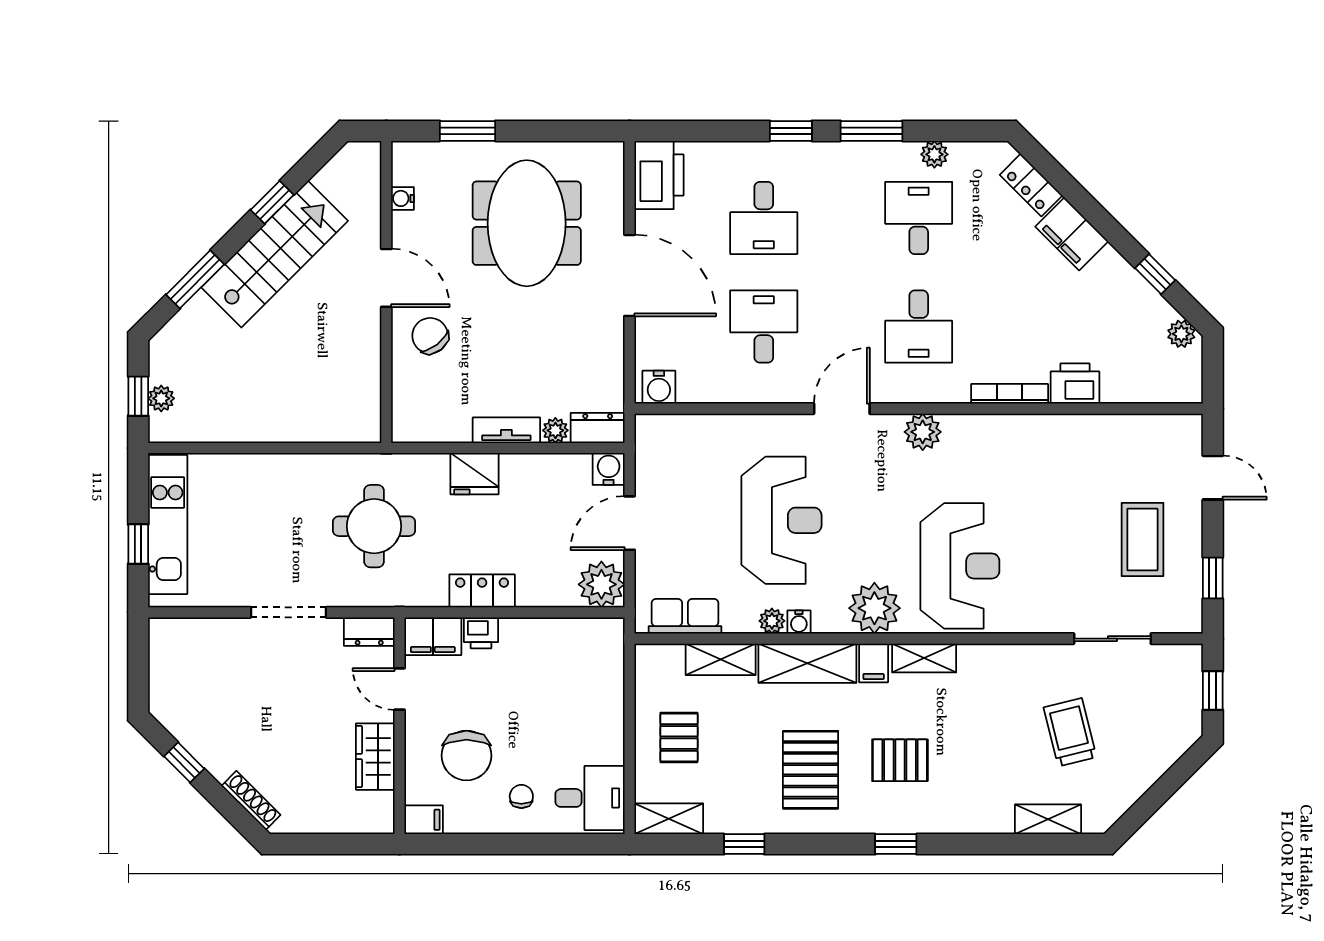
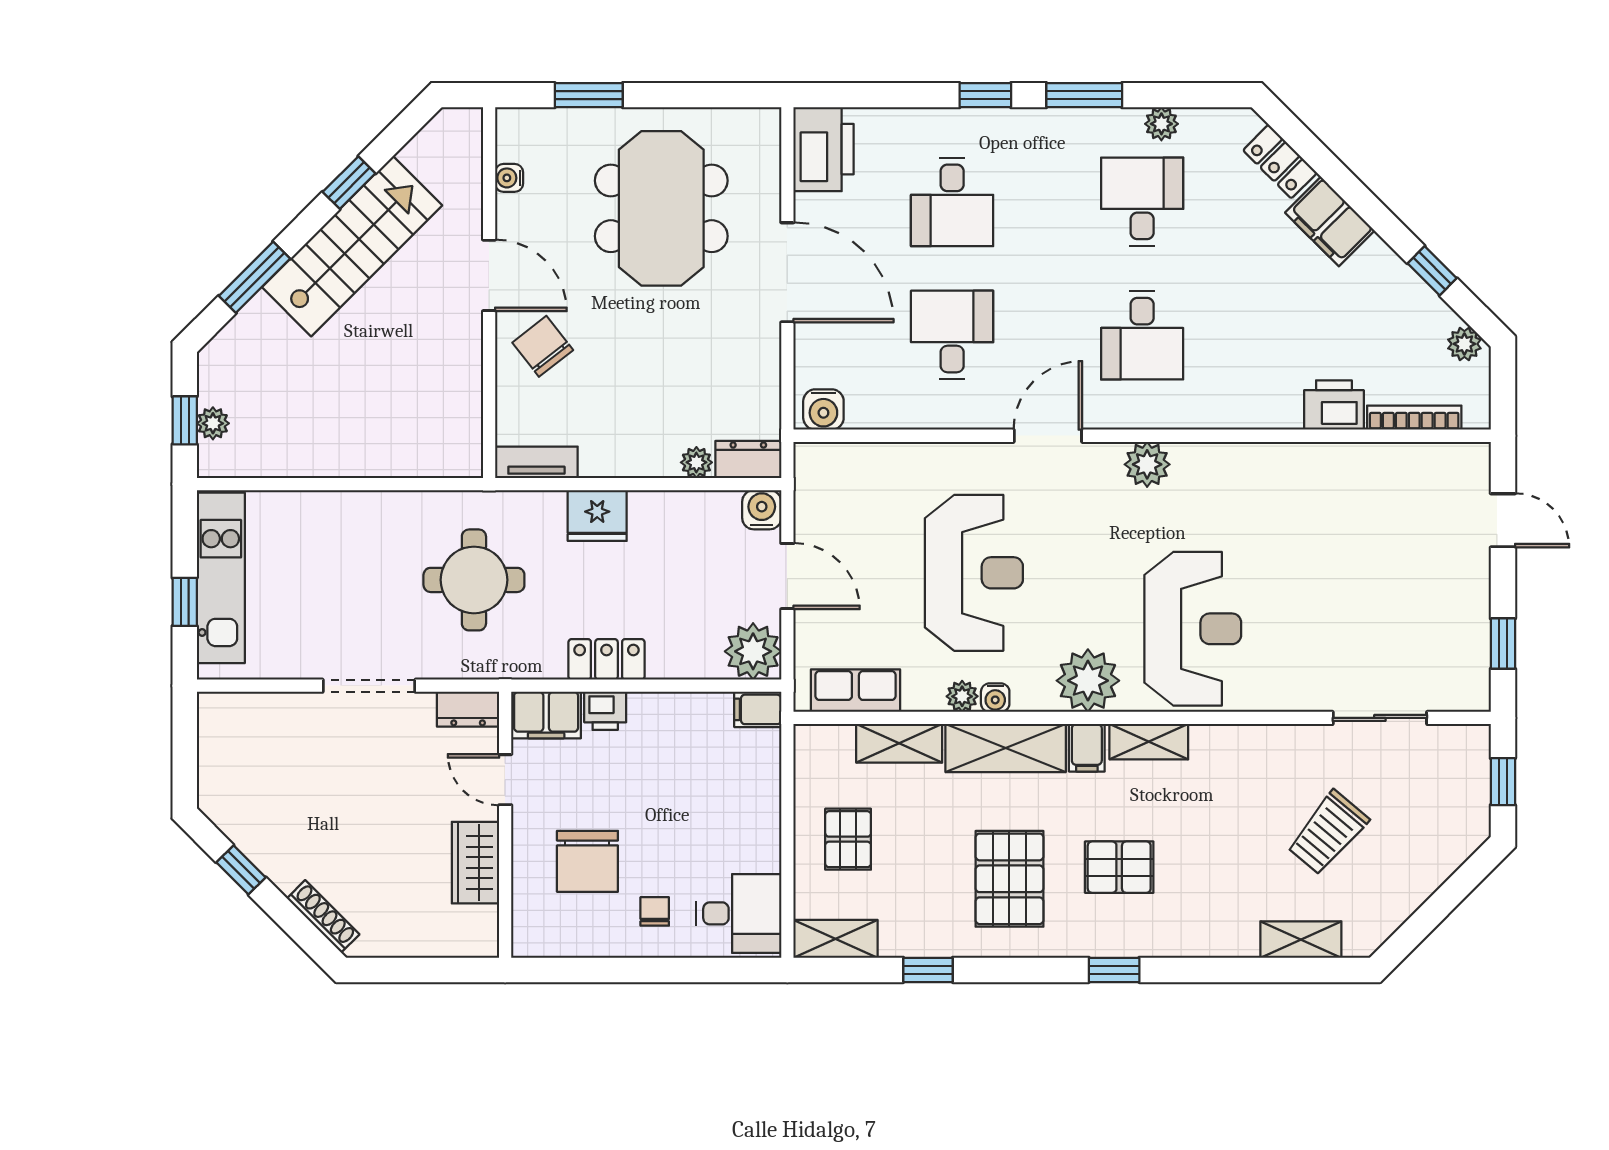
bookcase: (1010, 394) -> (1414, 418), moved
tv unit: (506, 430) -> (536, 462), moved
door: (629, 523) -> (787, 576), swing flipped
coffee table: (1142, 540) -> (1417, 596), removed
trolley: (1070, 732) -> (1328, 833), turned -126
filing cabinet: (424, 820) -> (758, 709), moved, turned 180

